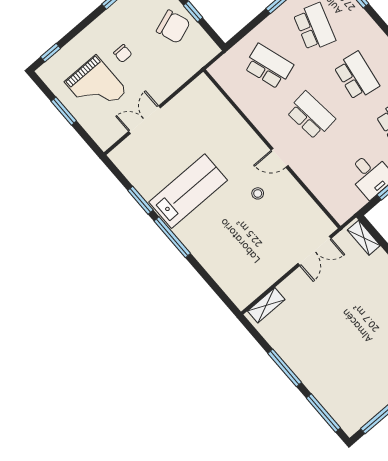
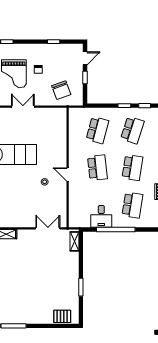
chair: (173, 27) -> (61, 90), moved
school desk: (269, 66) -> (97, 130), turned 33
double door: (314, 251) -> (48, 228), swing flipped

